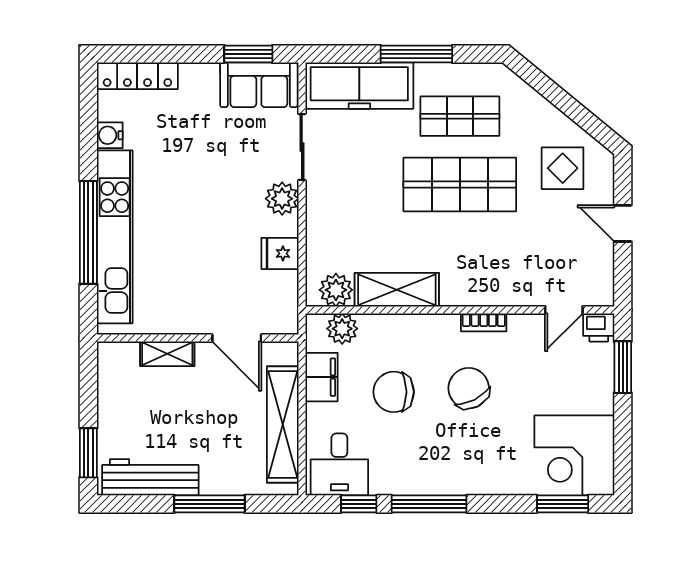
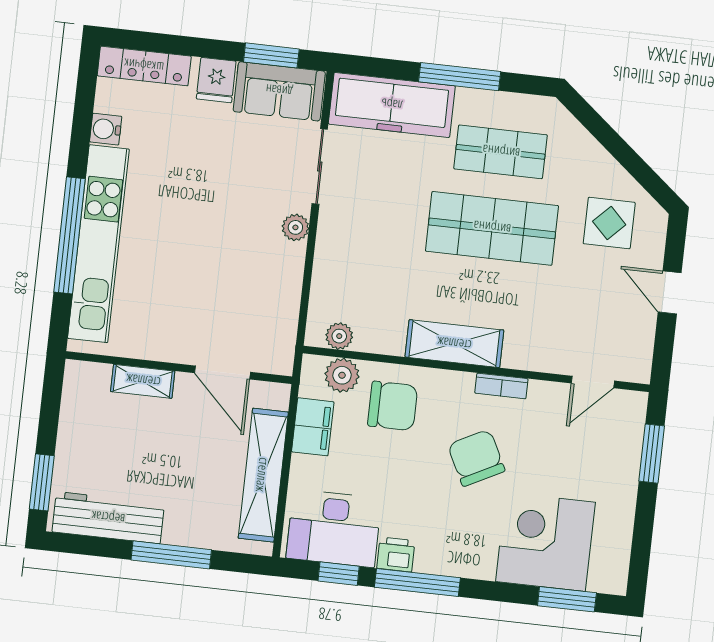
plant: (282, 199) -> (295, 227), width x0.73, depth x0.73
fridge: (280, 253) -> (216, 80), moved, turned -90
plant: (336, 290) -> (339, 336), width x0.73, depth x0.73
shelving: (397, 290) -> (454, 344), moved
printer: (599, 327) -> (396, 554), moved, turned 180
chair: (394, 392) -> (393, 406), moved, turned 180
corner desk: (574, 455) -> (545, 542), moved, turned 90
desk: (339, 464) -> (334, 528), width x1.37

